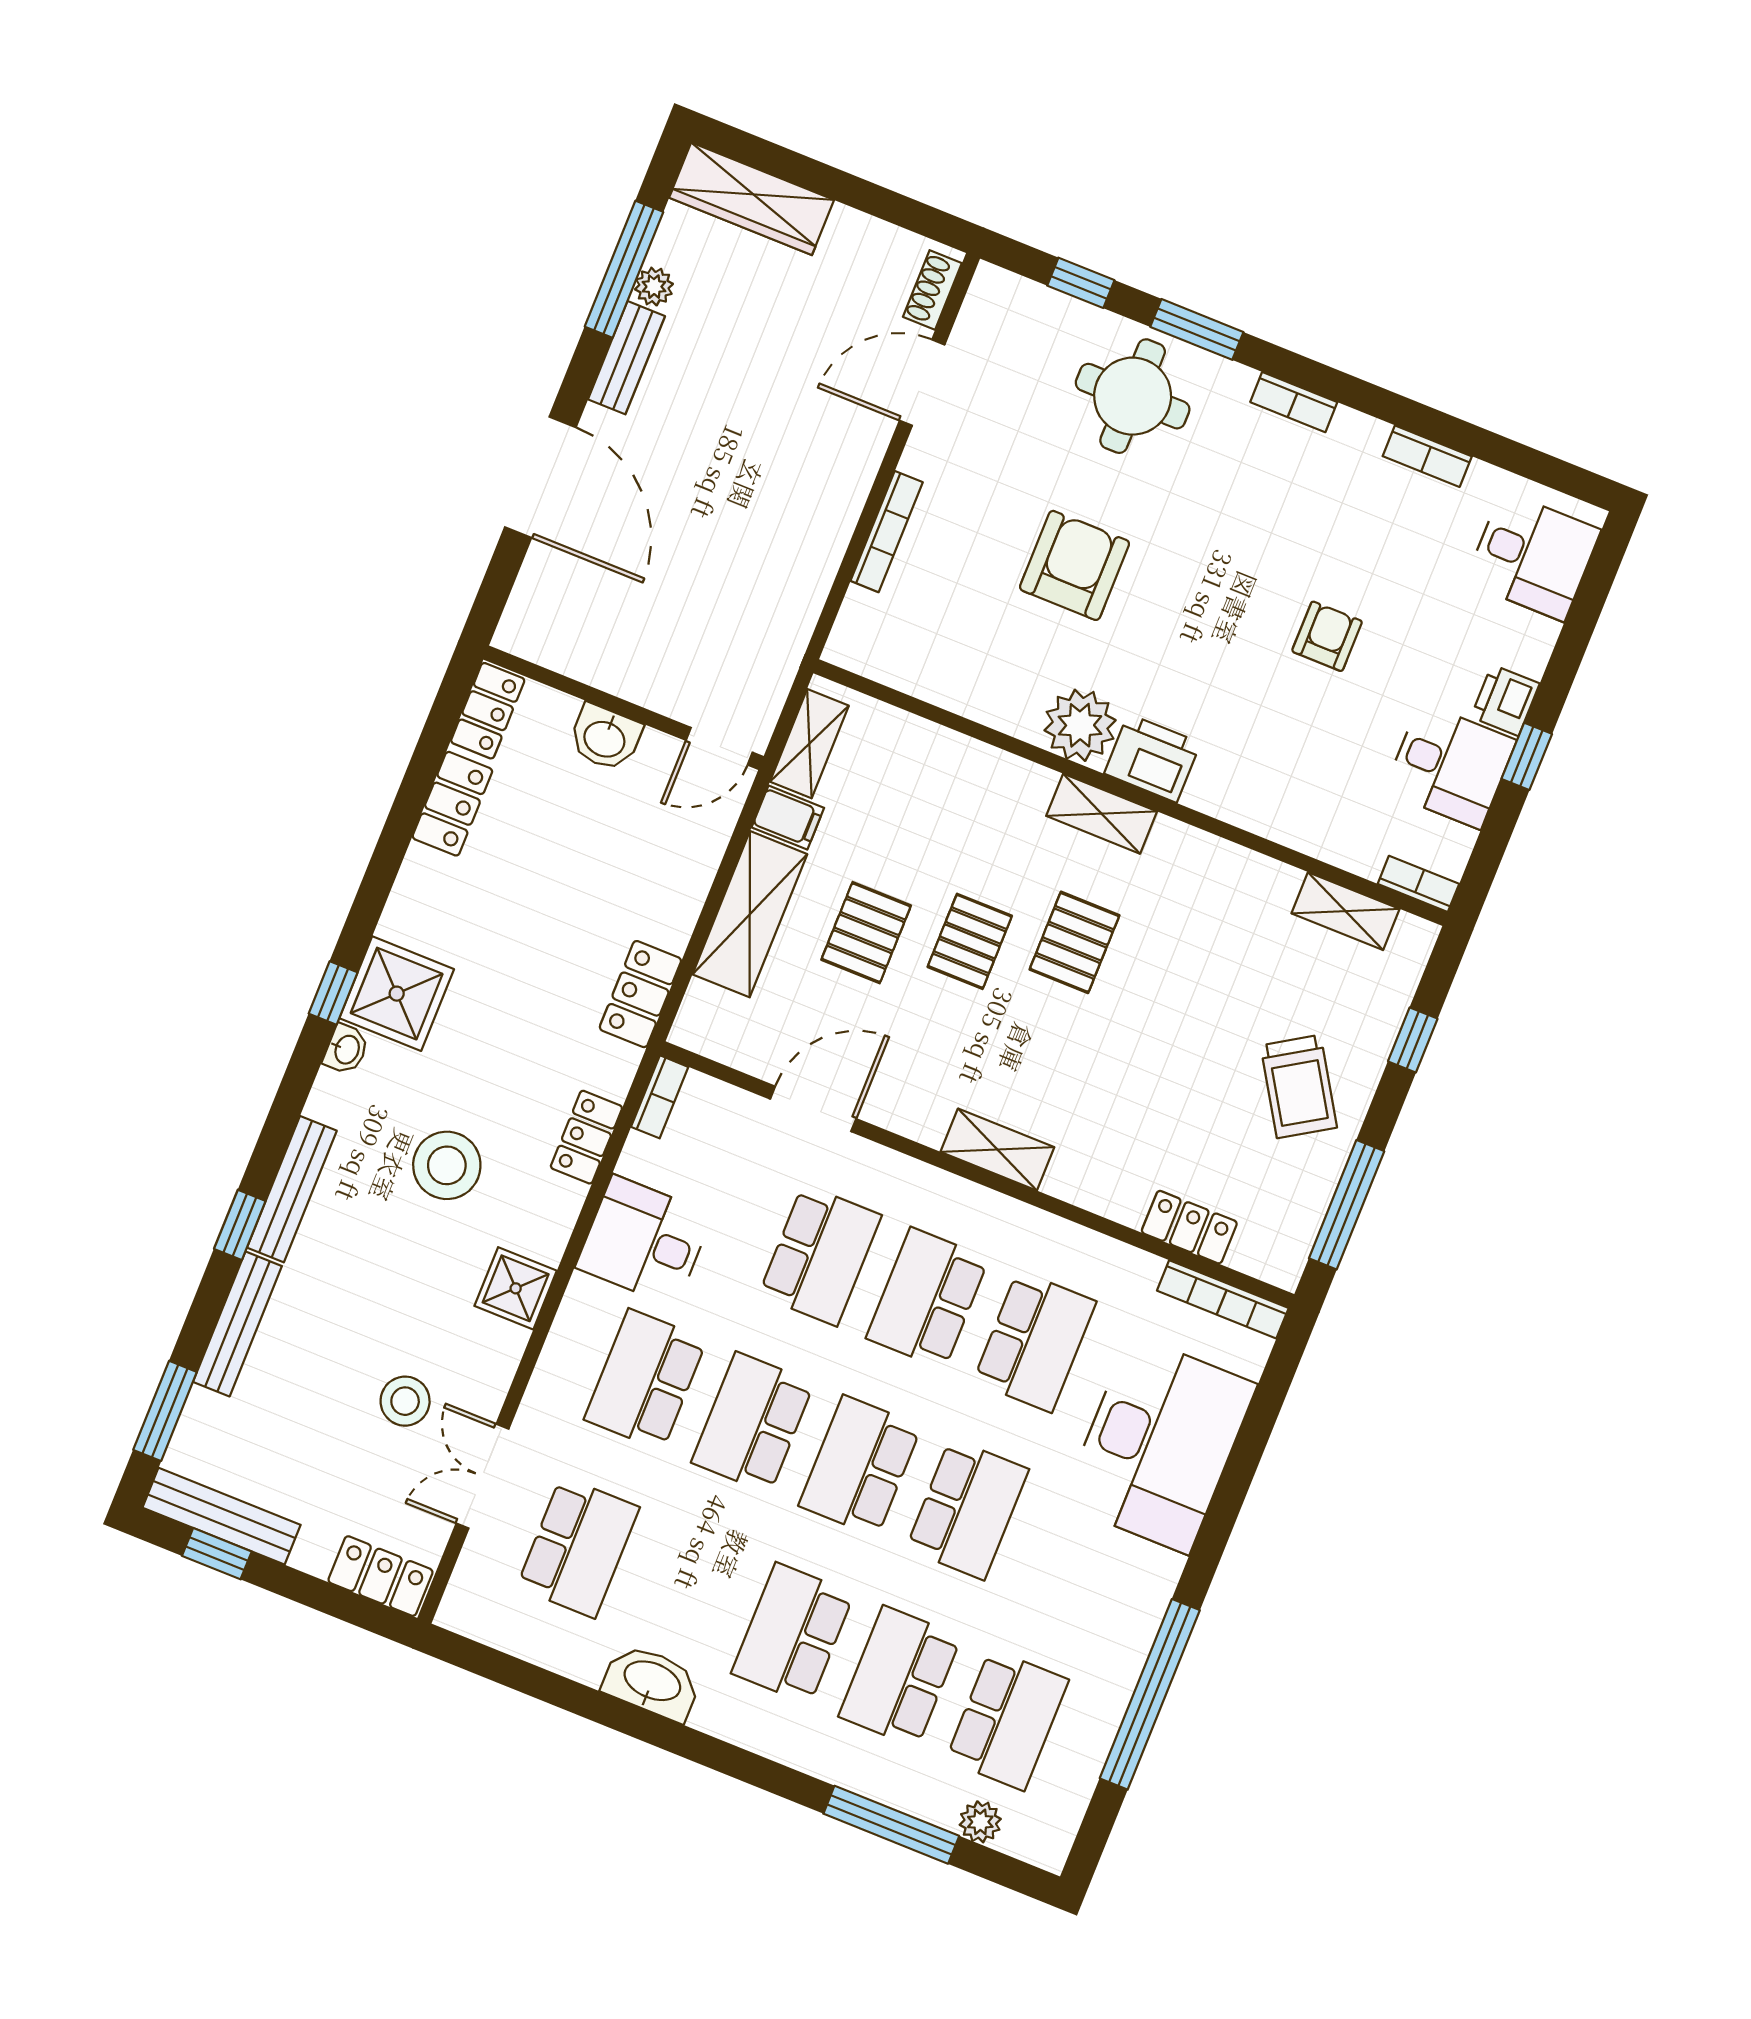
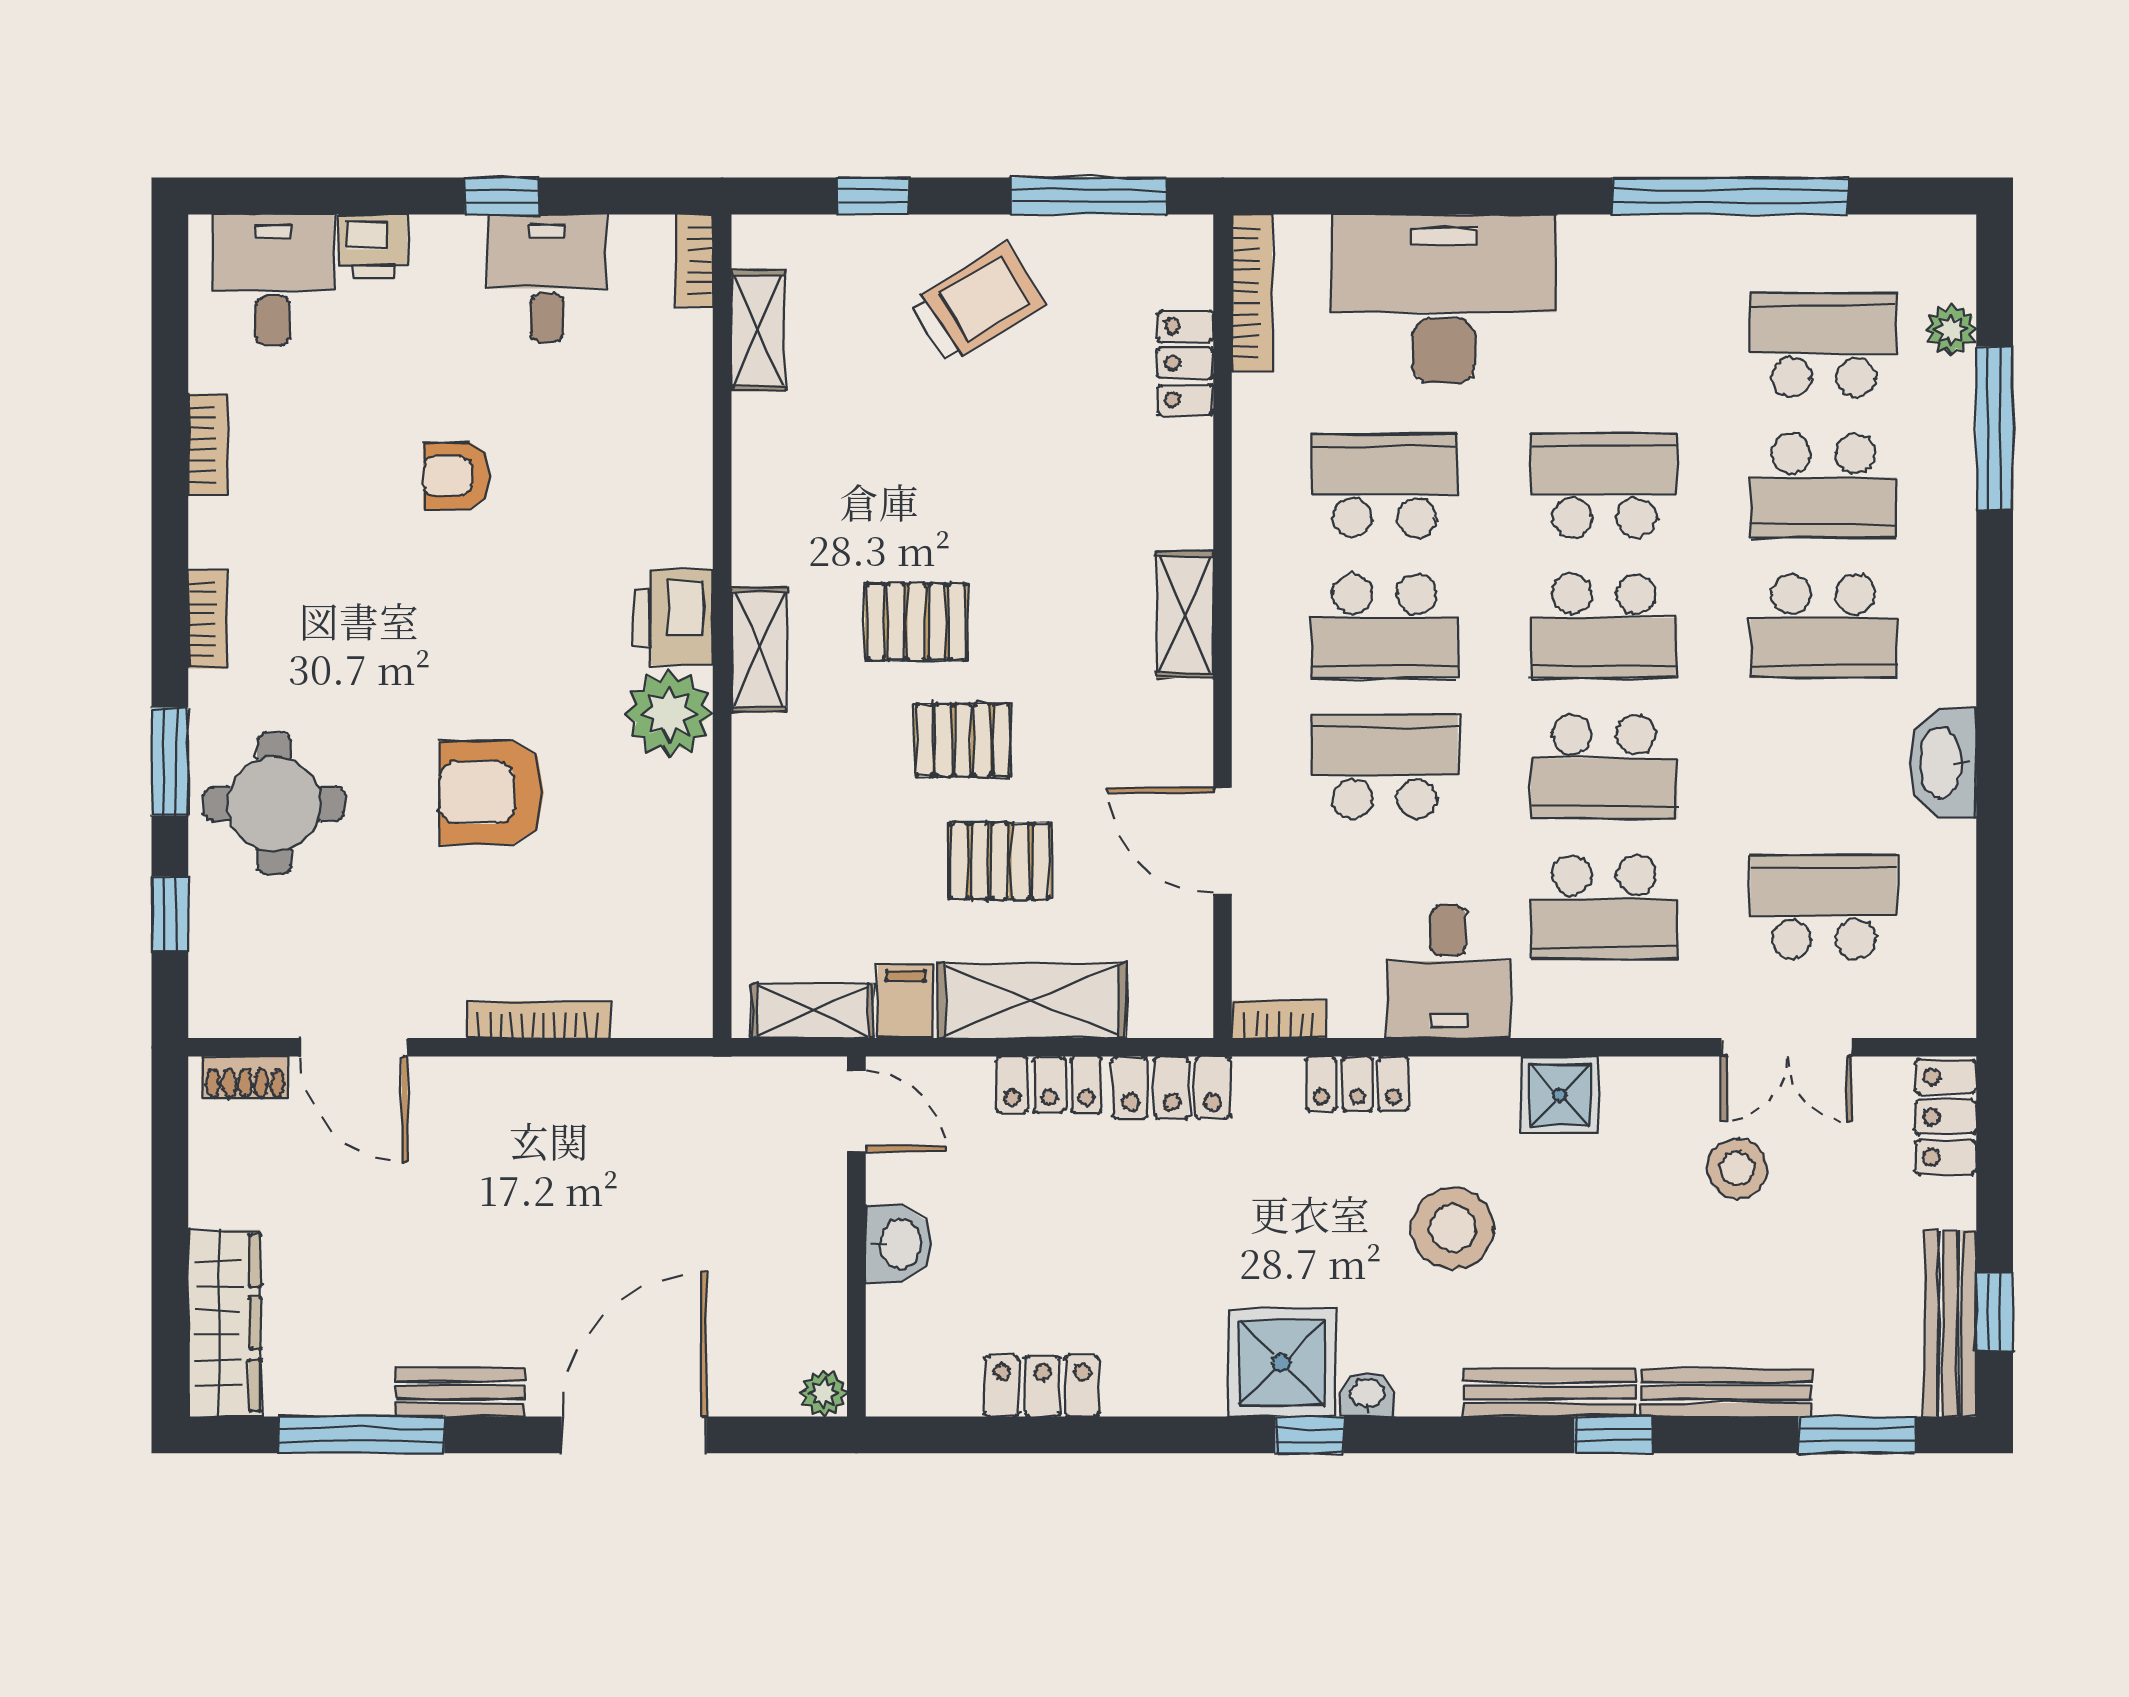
plant: (654, 287) -> (824, 1393), moved
printer: (1505, 700) -> (373, 246), moved
locker: (488, 711) -> (1049, 1085), moved, turned 180

